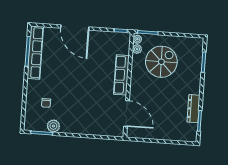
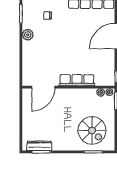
spiral stairs: (161, 62) -> (92, 130), moved
dresser: (193, 109) -> (39, 146), moved
plant: (53, 126) -> (28, 35), moved

